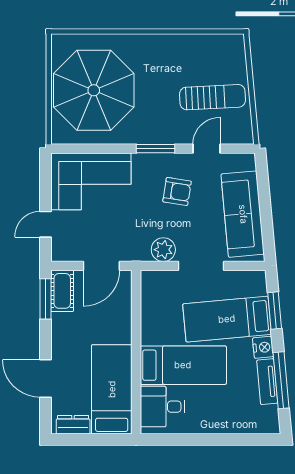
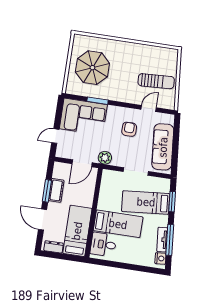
parasol: (94, 90) -> (92, 68), width x0.73, depth x0.73
window: (155, 149) -> (98, 101), moved
armchair: (177, 191) -> (129, 129), turned -99
plant: (163, 250) -> (105, 158), moved
cot: (62, 291) -> (56, 190), moved
window: (46, 299) -> (47, 191), moved
nightstand: (263, 347) -> (160, 258), moved

